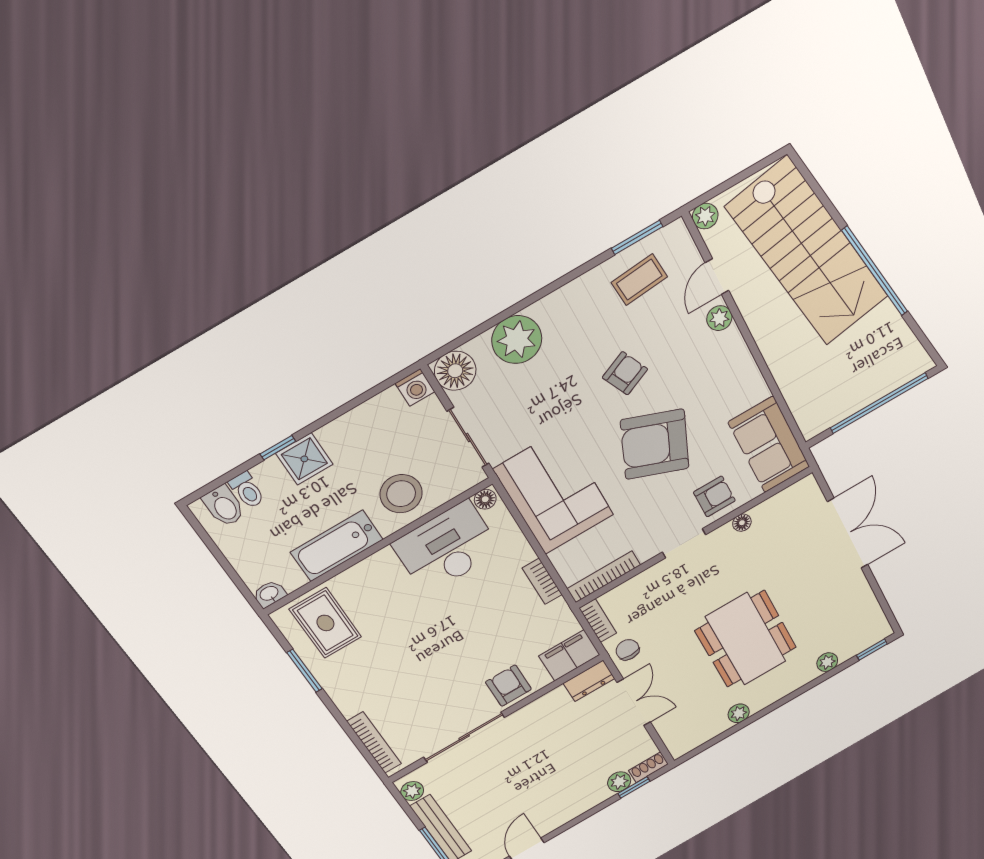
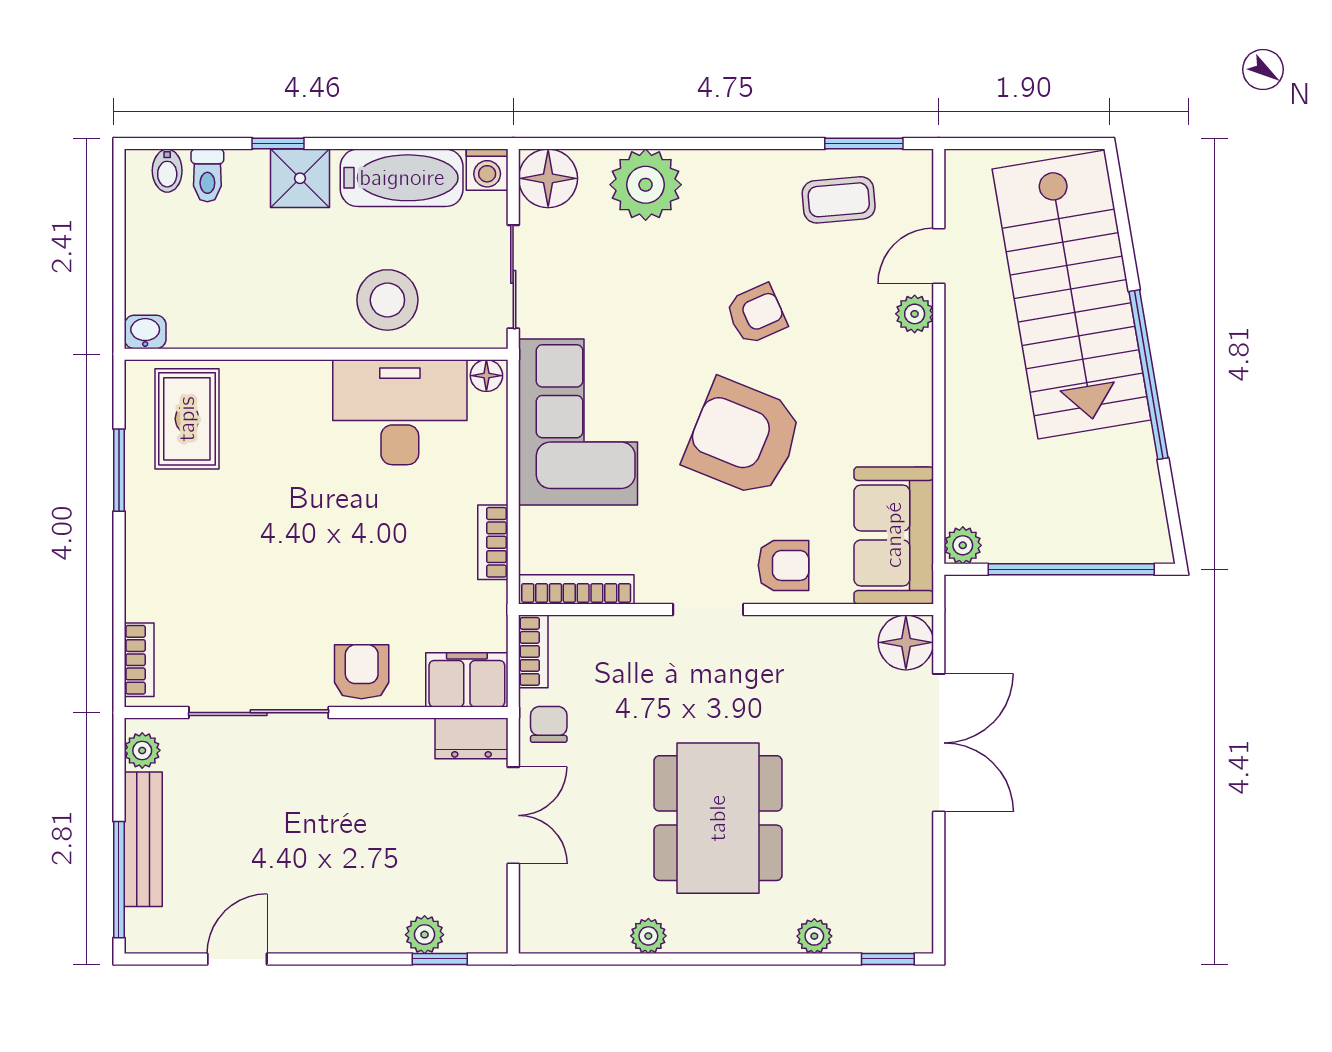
plant: (705, 216) -> (963, 545), moved
bidet: (224, 506) -> (167, 171), width x0.72, depth x0.74
floor lamp: (742, 523) -> (906, 642), moved, width x1.89, depth x1.89
bathtub: (337, 546) -> (402, 178), moved, turned 180
bookcase: (374, 743) -> (139, 660), width x0.64
shoe rack: (648, 767) -> (477, 939), removed

